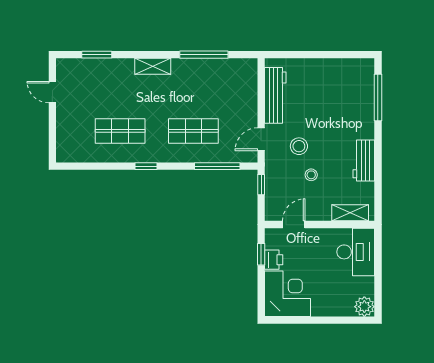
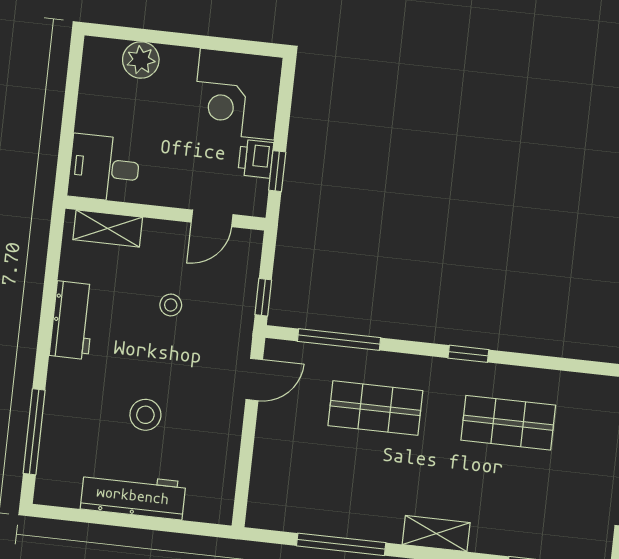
workbench: (275, 95) -> (133, 495), moved, turned 90
stool: (299, 146) -> (145, 415), moved
desk: (356, 252) -> (104, 168), width x0.73
plant: (364, 307) -> (141, 60), moved

